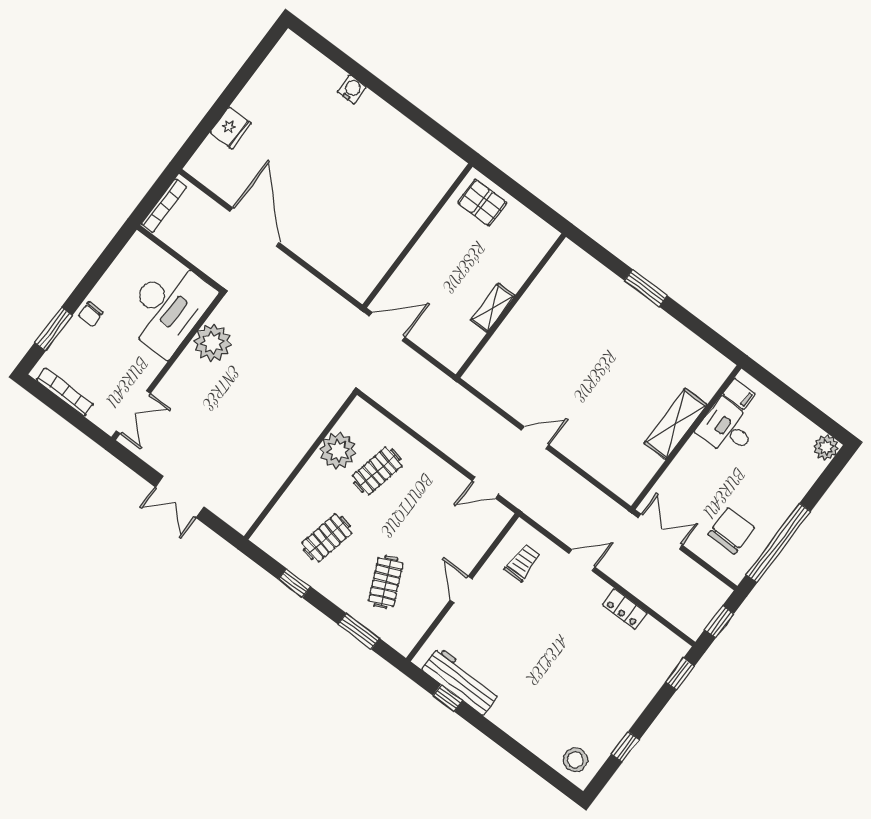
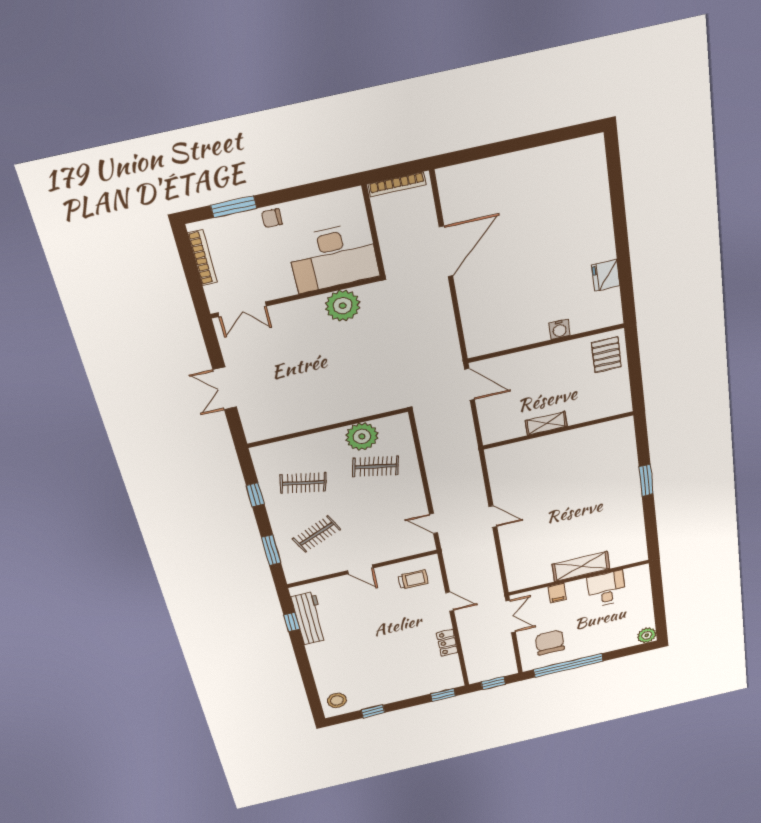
water cooler: (352, 89) -> (559, 329), moved, turned 90
fridge: (231, 128) -> (606, 275), moved, turned 90
filing cabinet: (739, 394) -> (557, 593), moved
chair: (731, 531) -> (550, 643), turned -90
door: (461, 590) -> (360, 569), swing flipped

